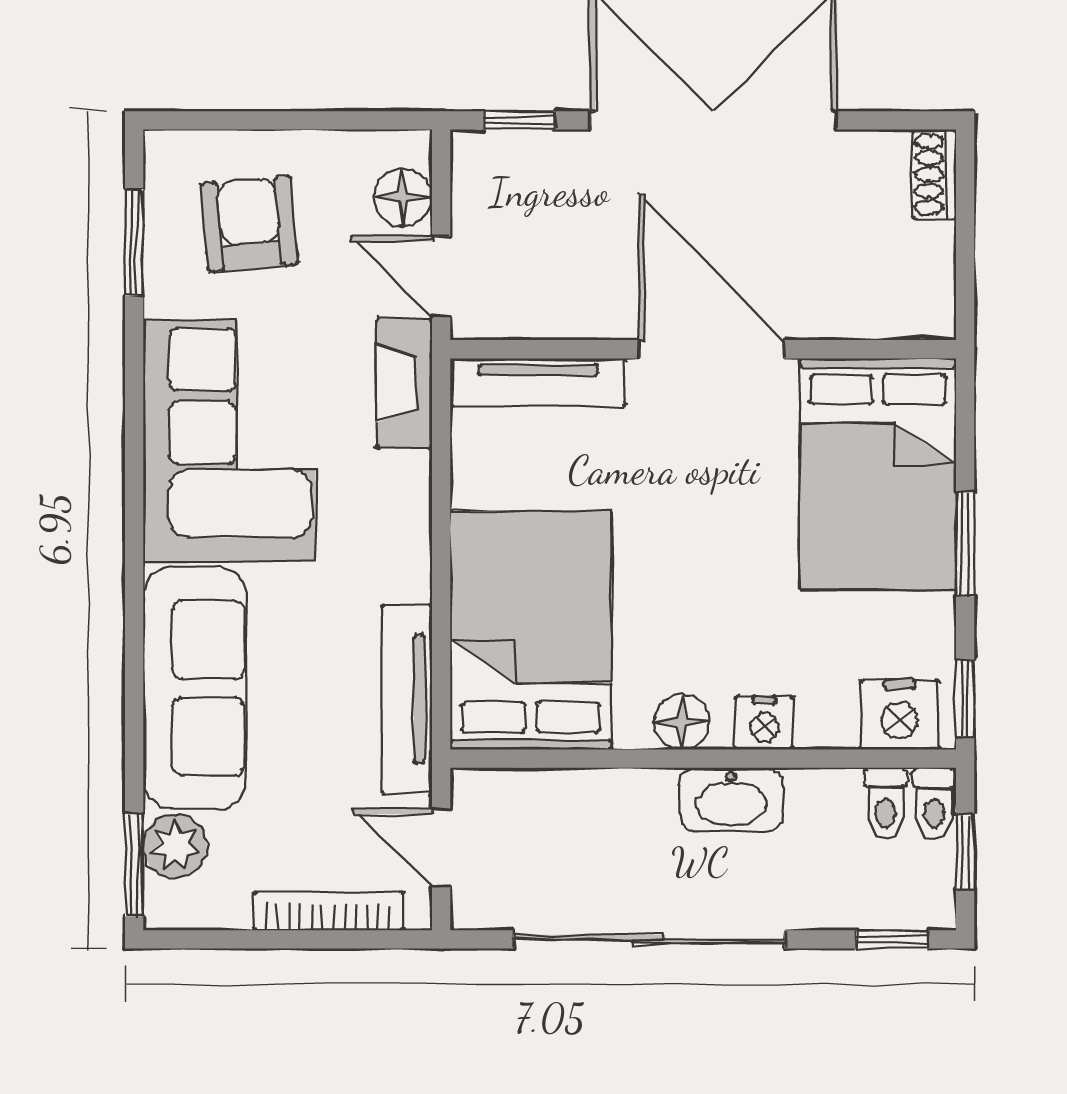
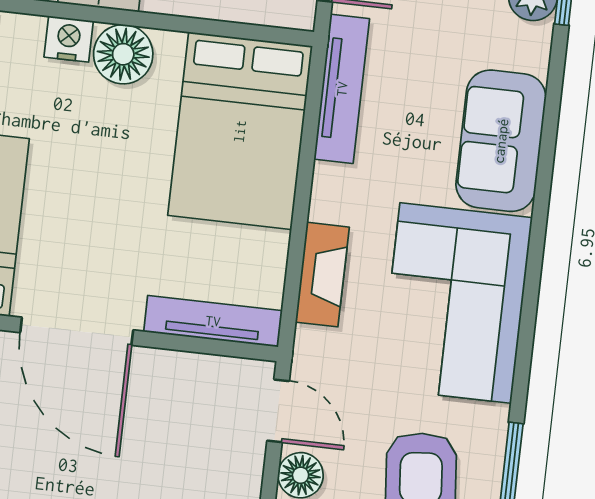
fireplace: (404, 383) -> (322, 275), moved
sofa: (195, 688) -> (501, 141), width x0.73
floor lamp: (682, 722) -> (123, 54), width x1.38, depth x1.38

